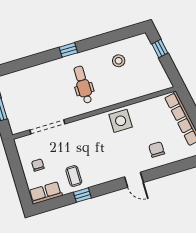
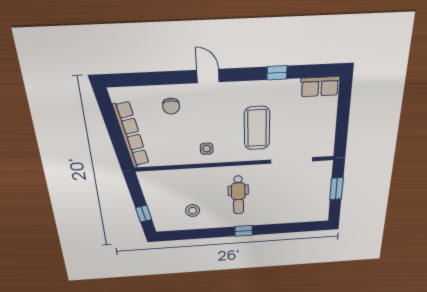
side table: (121, 121) -> (207, 149), width x0.54, depth x0.54
chair: (38, 165) -> (317, 121), removed
coffee table: (74, 176) -> (257, 128), moved, width x1.86, depth x1.72

